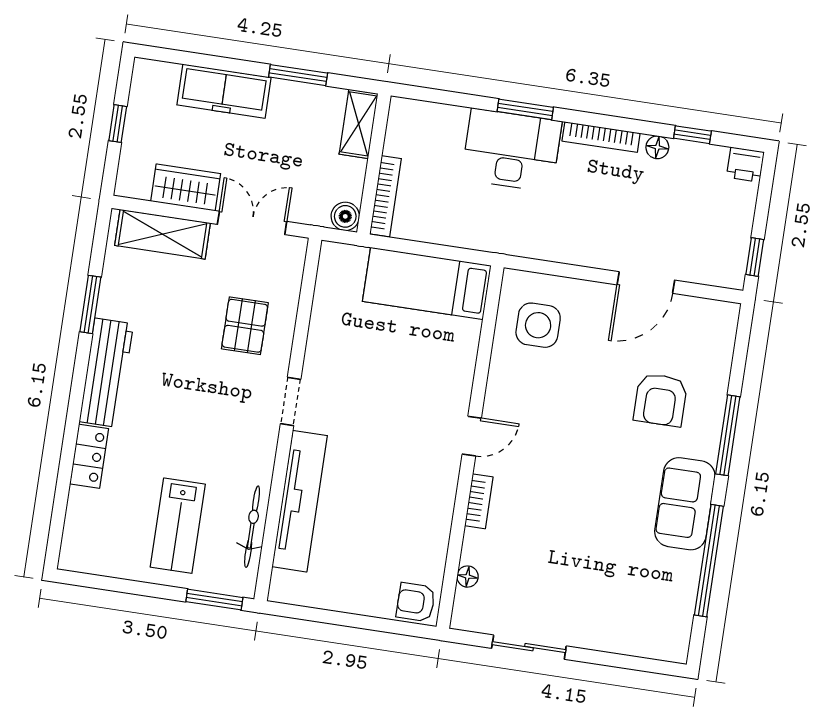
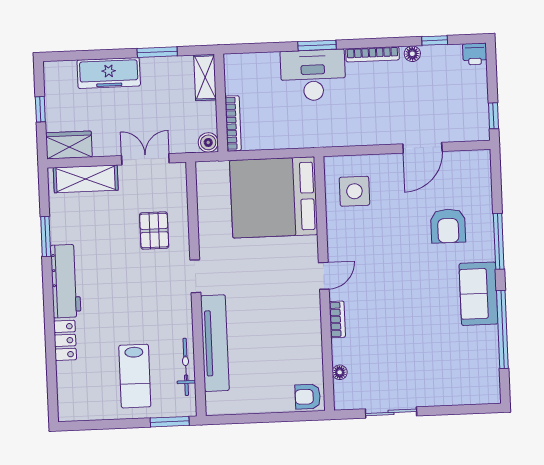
wardrobe: (186, 187) -> (69, 145), moved
bed: (427, 283) -> (274, 197), width x2.04

